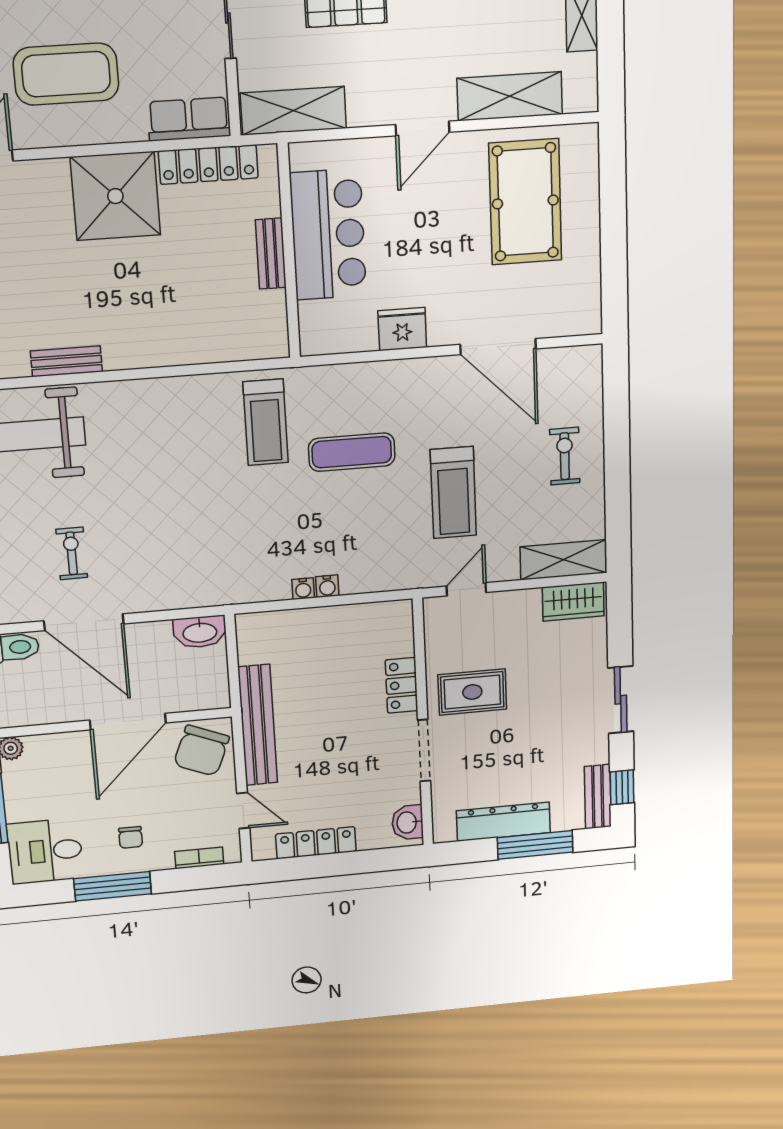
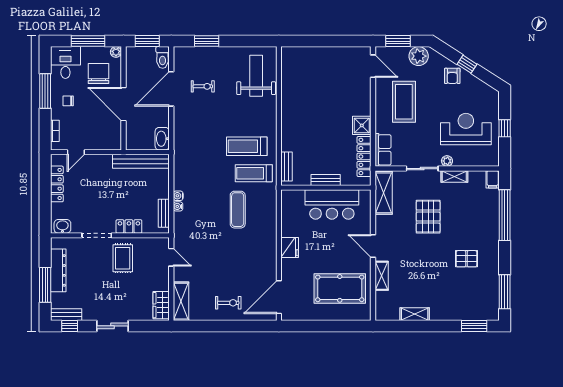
shelving: (510, 96) -> (382, 276), width x0.67, depth x0.75
shower: (115, 196) -> (362, 125), width x0.54, depth x0.54
fridge: (402, 329) -> (290, 248), moved
door: (498, 347) -> (279, 297), moved
bench: (66, 361) -> (287, 166), moved
treadmill: (453, 493) -> (247, 146), moved
water cooler: (303, 589) -> (178, 206), moved
bench: (368, 614) -> (164, 213), added
bench: (258, 725) -> (141, 161), moved
chair: (201, 751) -> (99, 74), moved, turned 68

